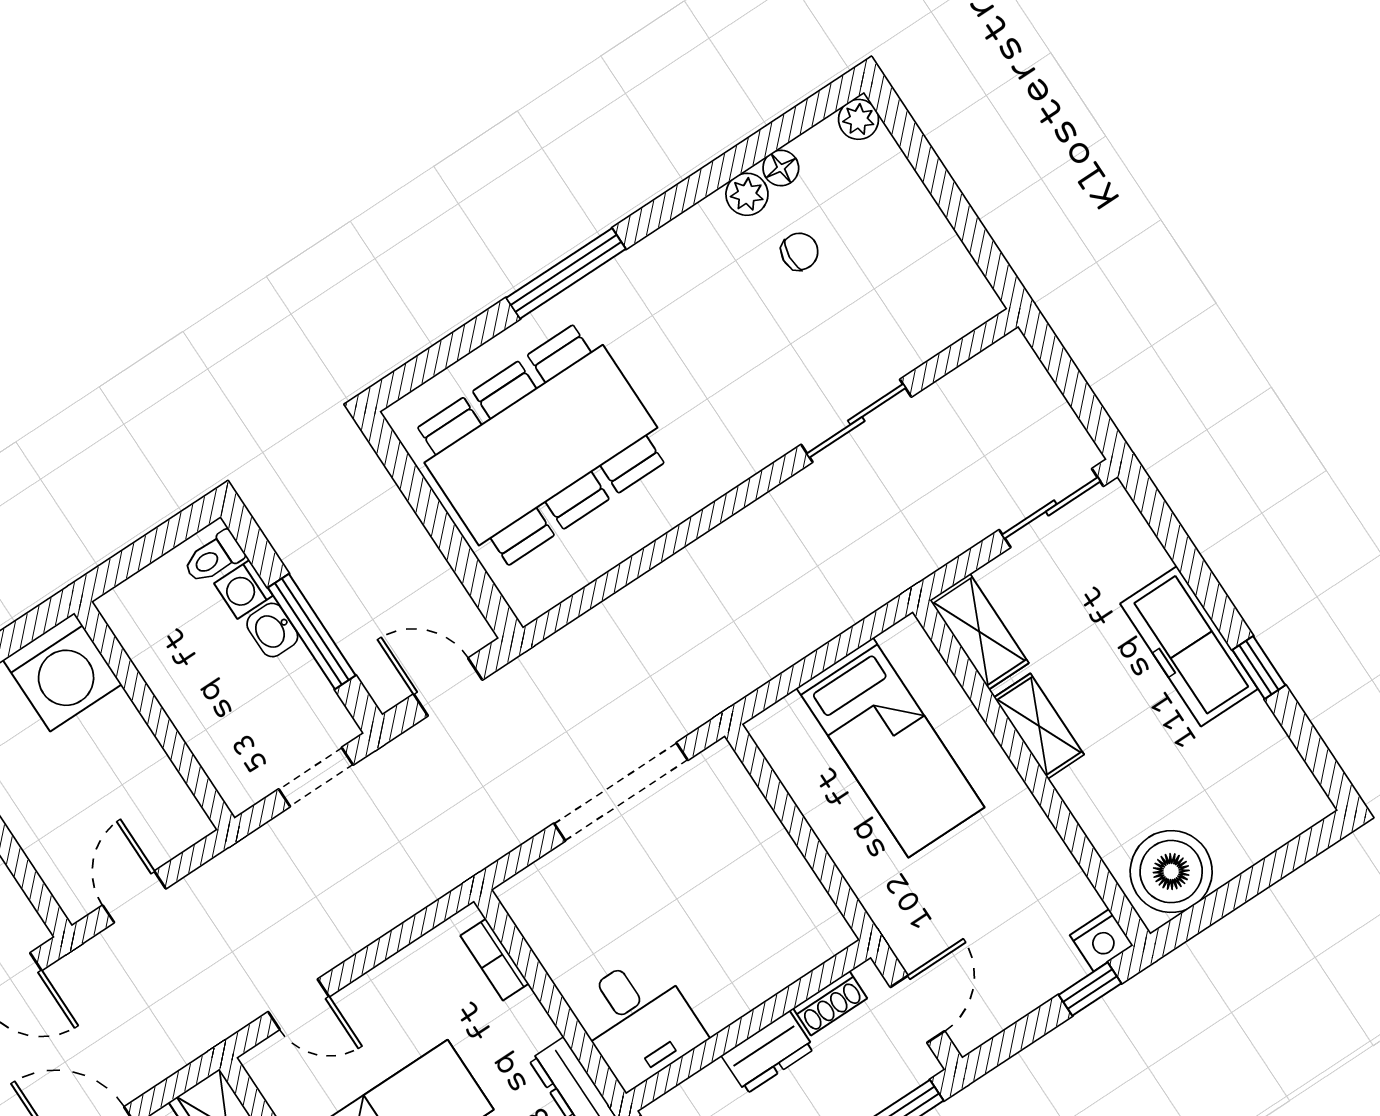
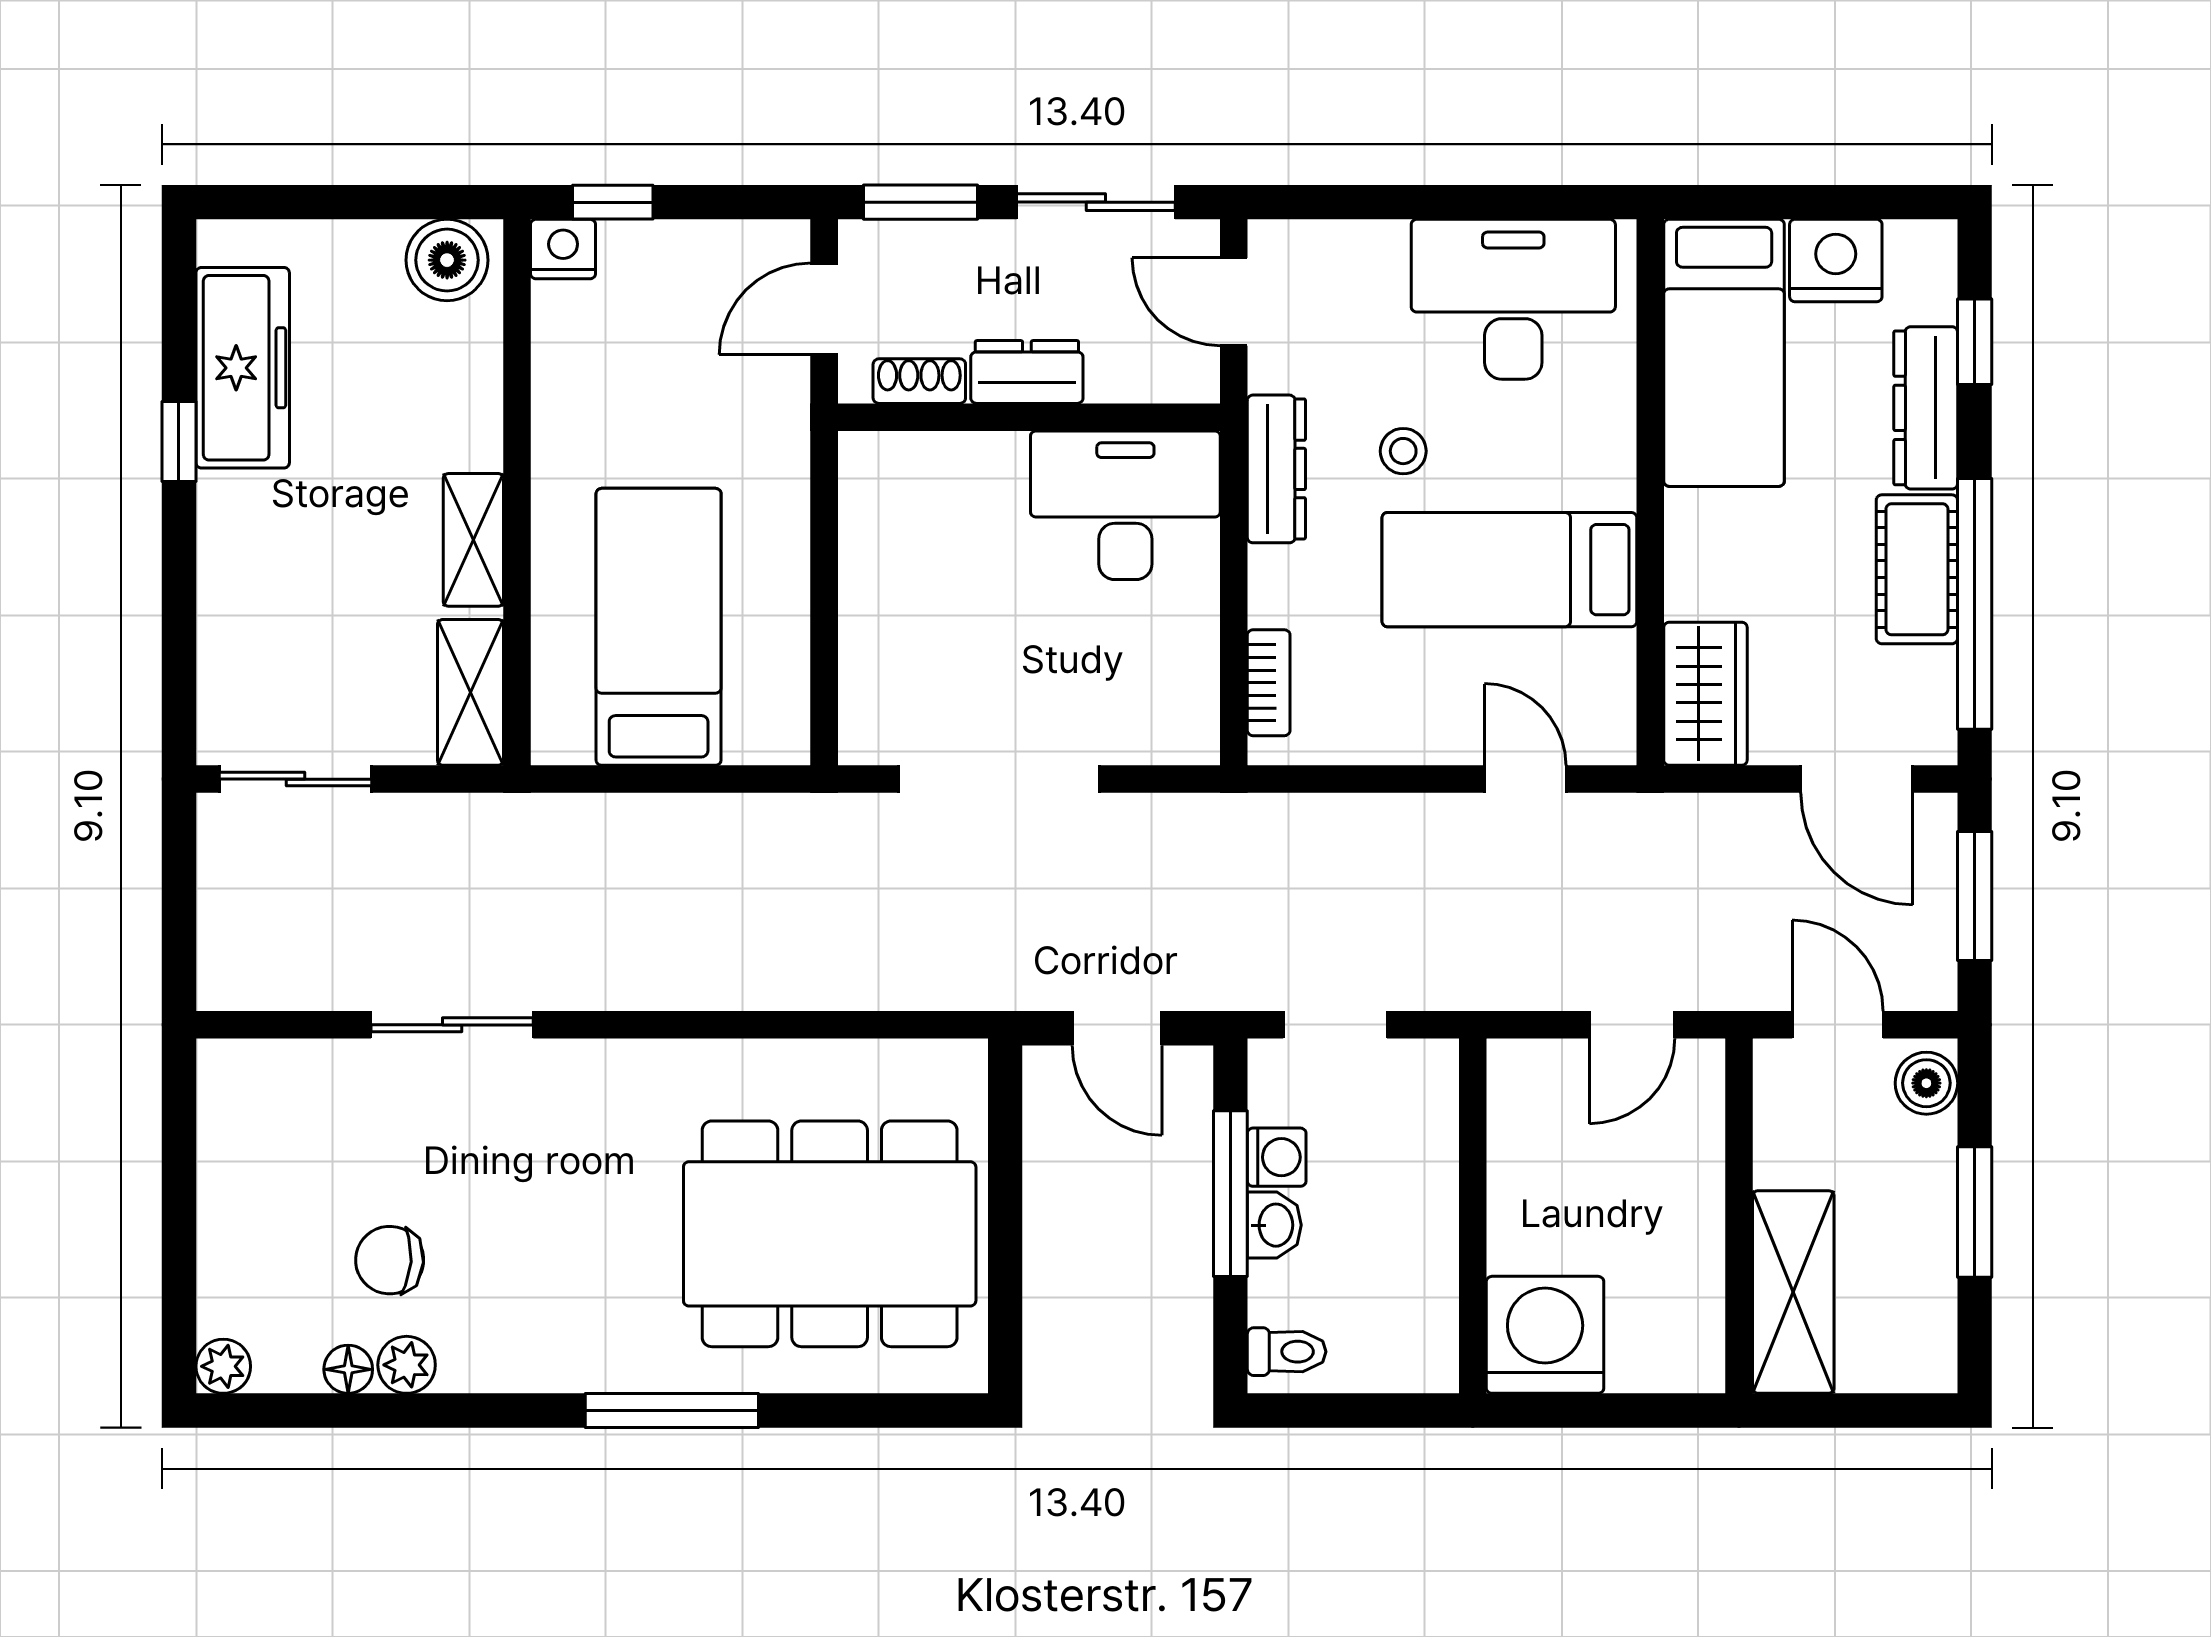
chair: (800, 252) -> (390, 1260), width x1.37, depth x1.37
washing machine: (243, 589) -> (1277, 1157), moved
freezer: (1189, 646) -> (243, 368), moved
boiler: (1171, 872) -> (447, 260), width x0.73, depth x0.73
desk: (638, 1021) -> (1125, 505), width x1.37

